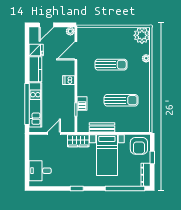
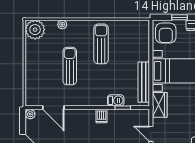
dishwasher: (69, 80) -> (102, 116), moved
sun lounger: (121, 100) -> (101, 44), moved
bench: (102, 127) -> (144, 82), width x1.36
armchair: (139, 146) -> (166, 33), turned 90

